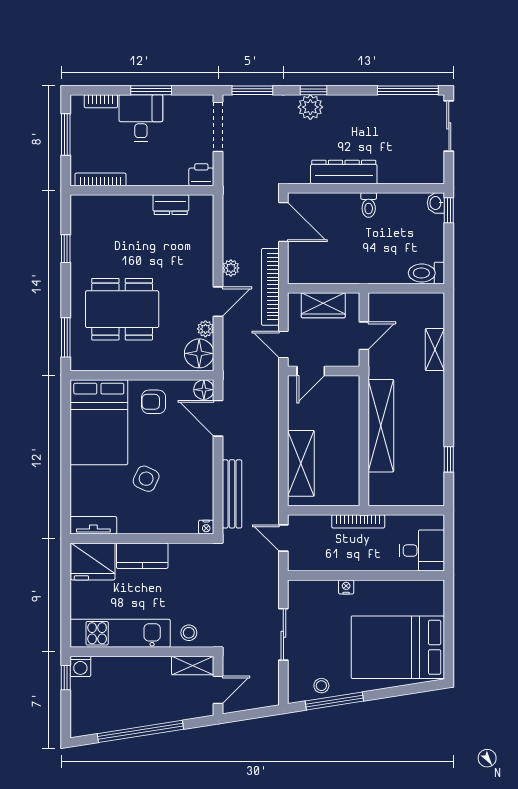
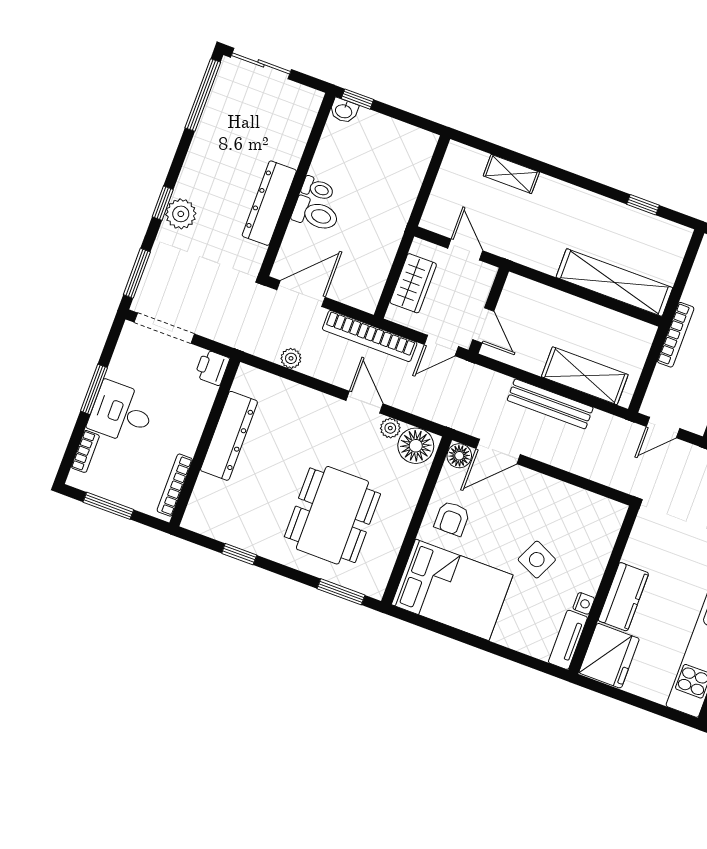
dresser: (171, 205) -> (229, 436), width x1.96, depth x1.24
plant: (231, 268) -> (291, 358), moved
toilet: (426, 273) -> (315, 214), moved, turned -90
shelving: (381, 426) -> (614, 283), moved
bench: (232, 494) -> (550, 404), moved
nightstand: (206, 527) -> (584, 603), moved

